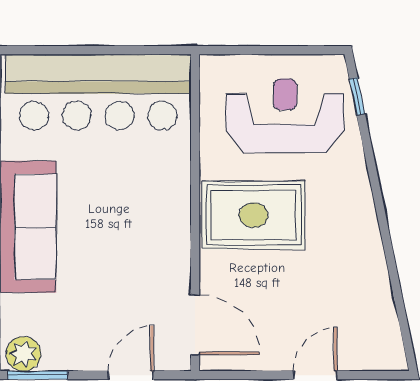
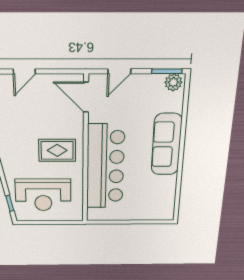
bar counter: (98, 92) -> (105, 167), moved, turned 90
rug: (254, 215) -> (57, 150), width x0.73, depth x0.70

